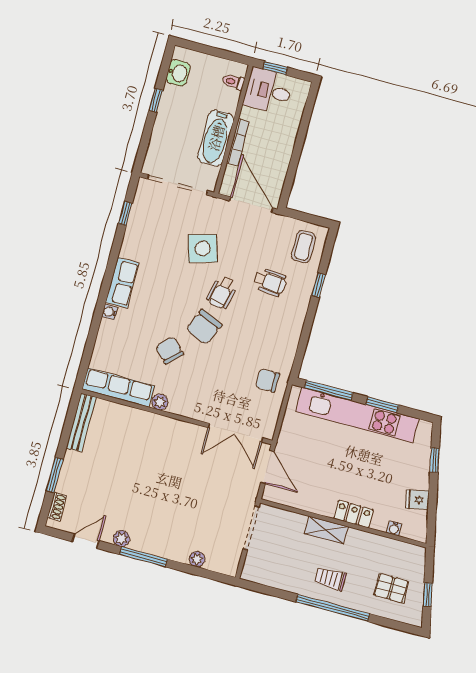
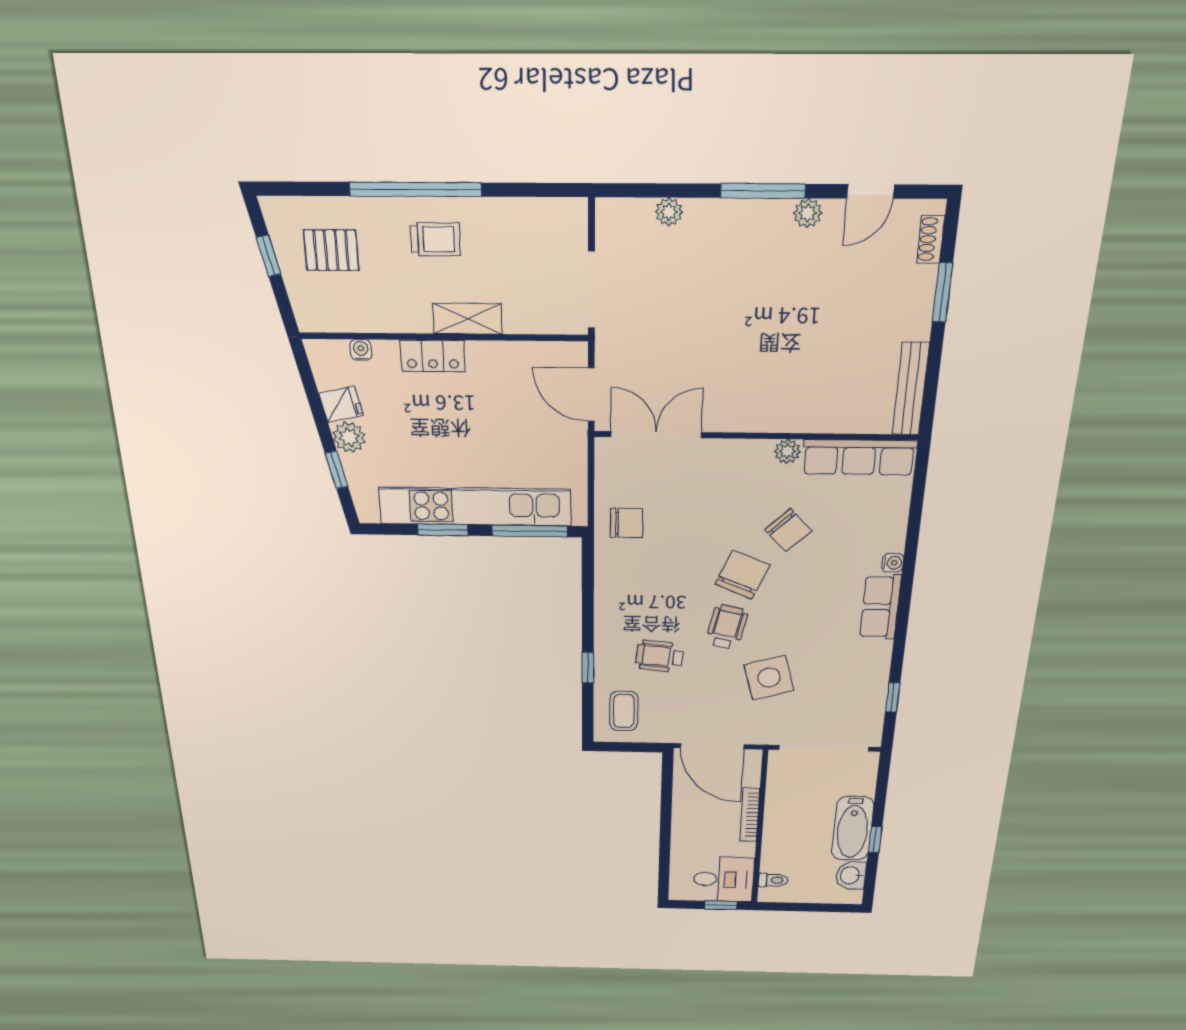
bathtub: (216, 138) -> (853, 828), moved, turned 180
plant: (420, 478) -> (349, 437), added

